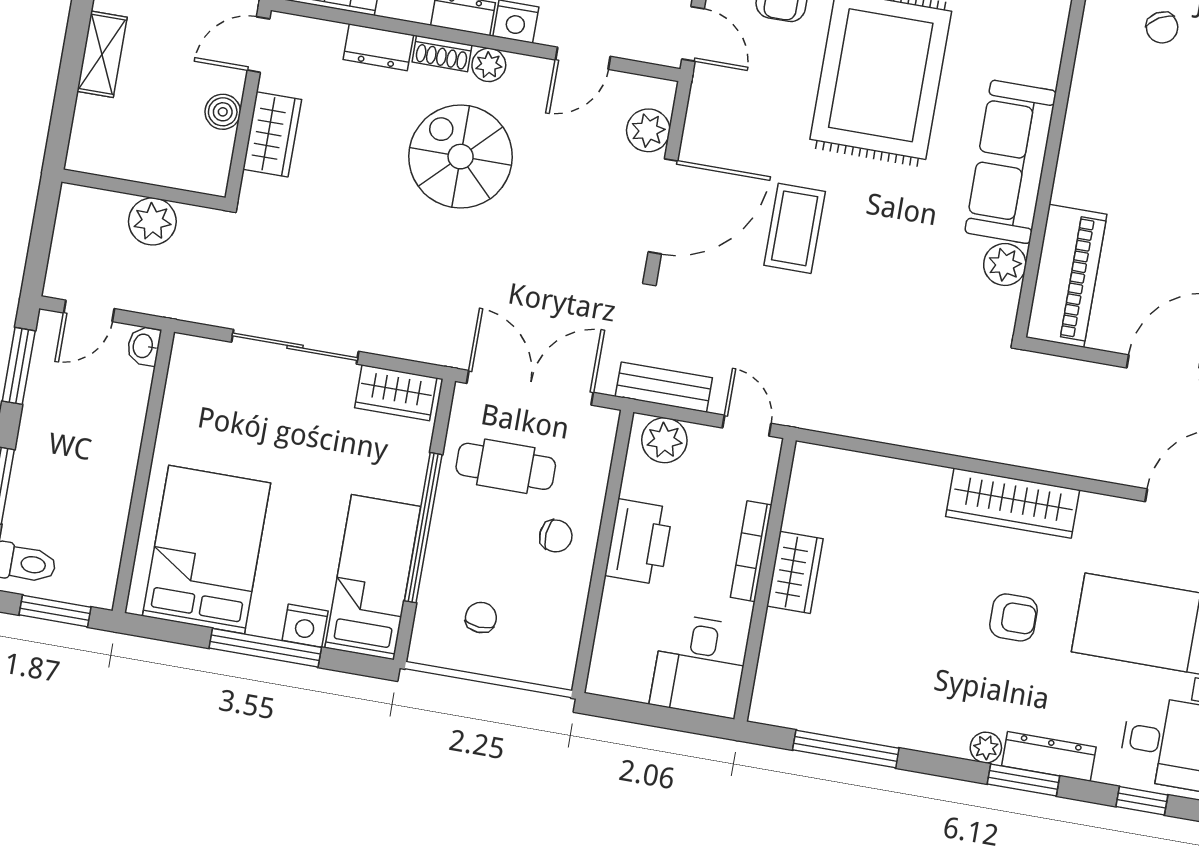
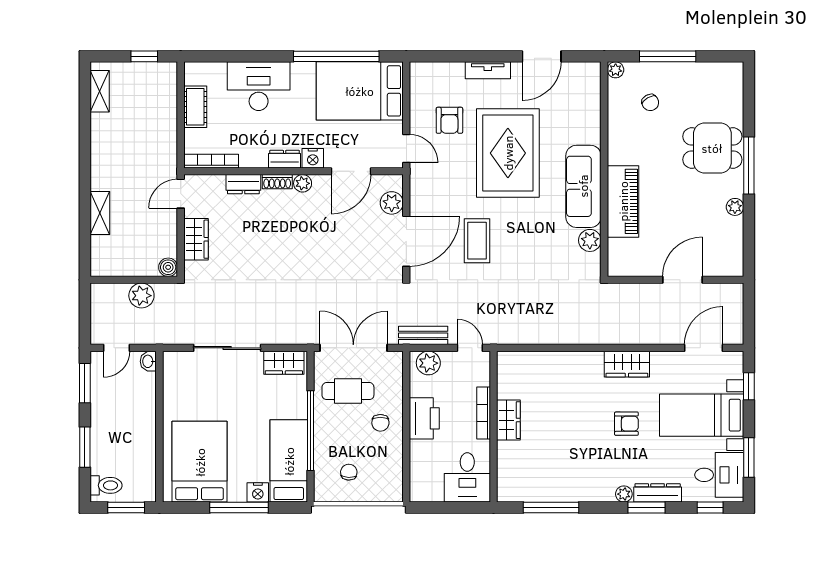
door: (583, 58) -> (351, 171), width x1.37
boiler: (223, 112) -> (168, 267), moved
spiral stairs: (461, 157) -> (296, 234), removed
piano: (1066, 276) -> (623, 201), moved
wardrobe: (1013, 503) -> (627, 364), width x0.67
chair: (556, 536) -> (380, 423), turned 85

